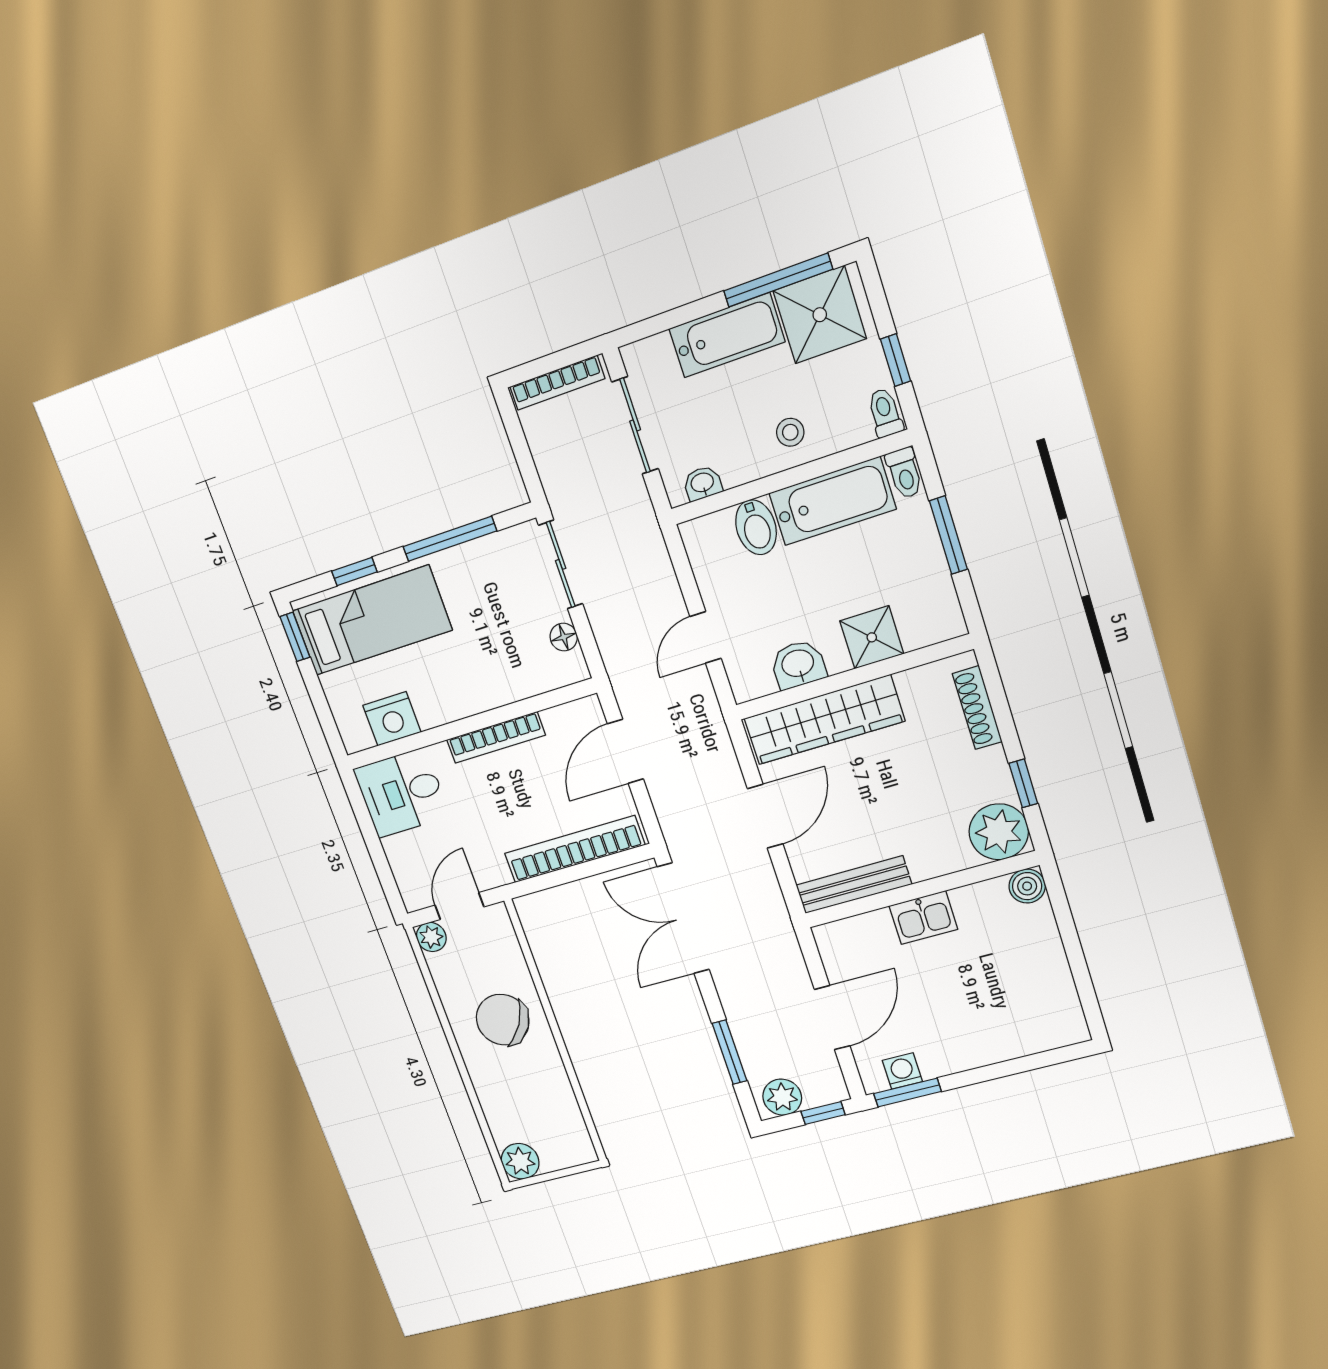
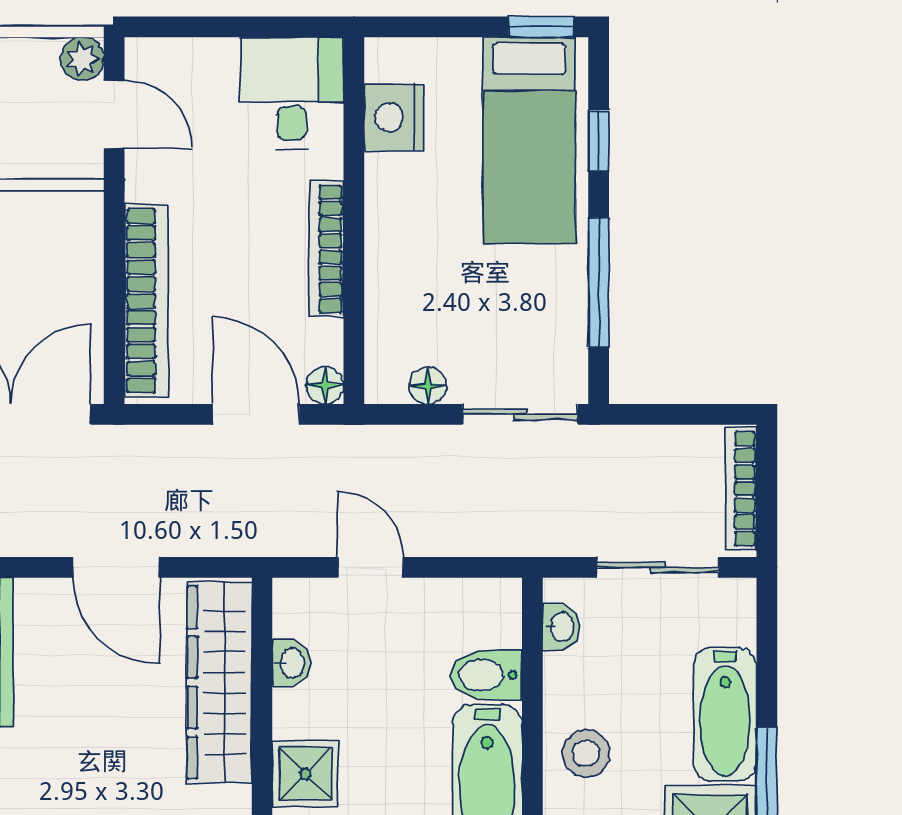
stool: (790, 432) -> (586, 753), width x1.37, depth x1.37
washbasin: (798, 664) -> (291, 663), width x0.72, depth x0.69
floor lamp: (589, 710) -> (325, 386), added

